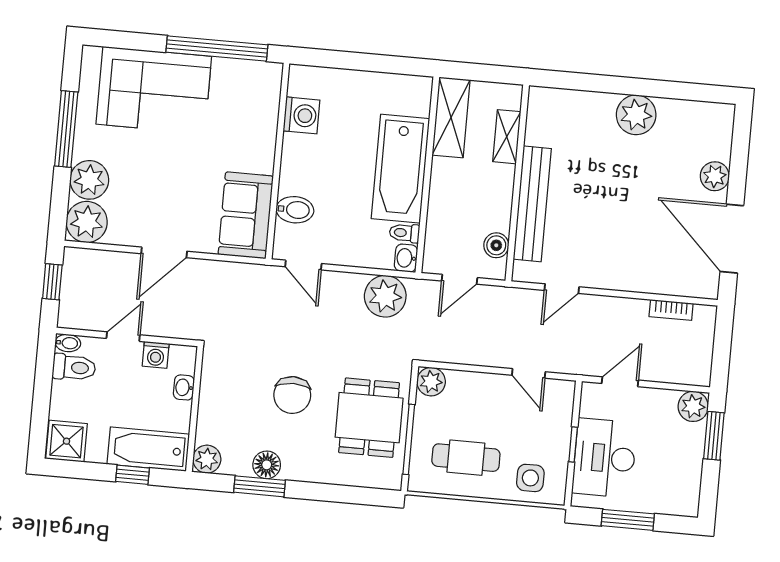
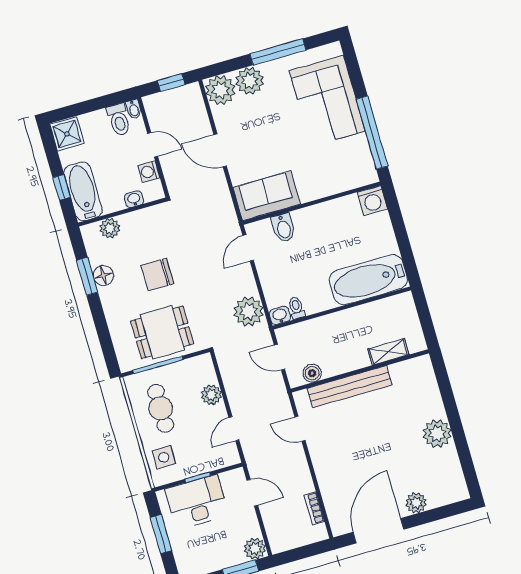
washing machine: (302, 115) -> (372, 201), moved
shelving: (451, 117) -> (387, 309), removed
bathtub: (400, 169) -> (368, 280), moved
plant: (431, 382) -> (211, 395), moved
plant: (207, 459) -> (110, 228), moved

